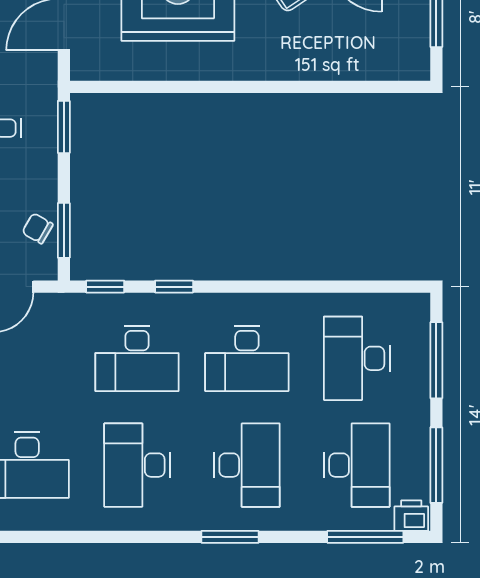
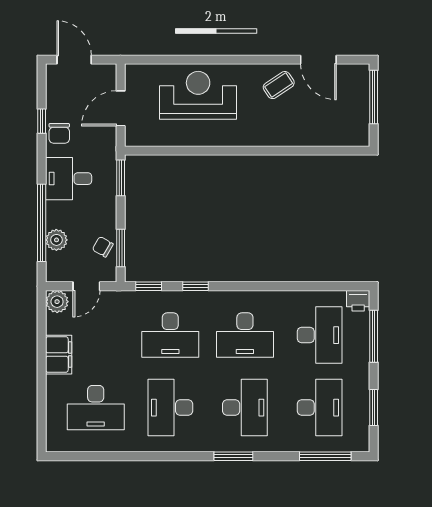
desk: (357, 358) -> (320, 335), turned 180
window: (436, 465) -> (374, 408), width x0.69
printer: (411, 516) -> (358, 301), moved, turned 180

